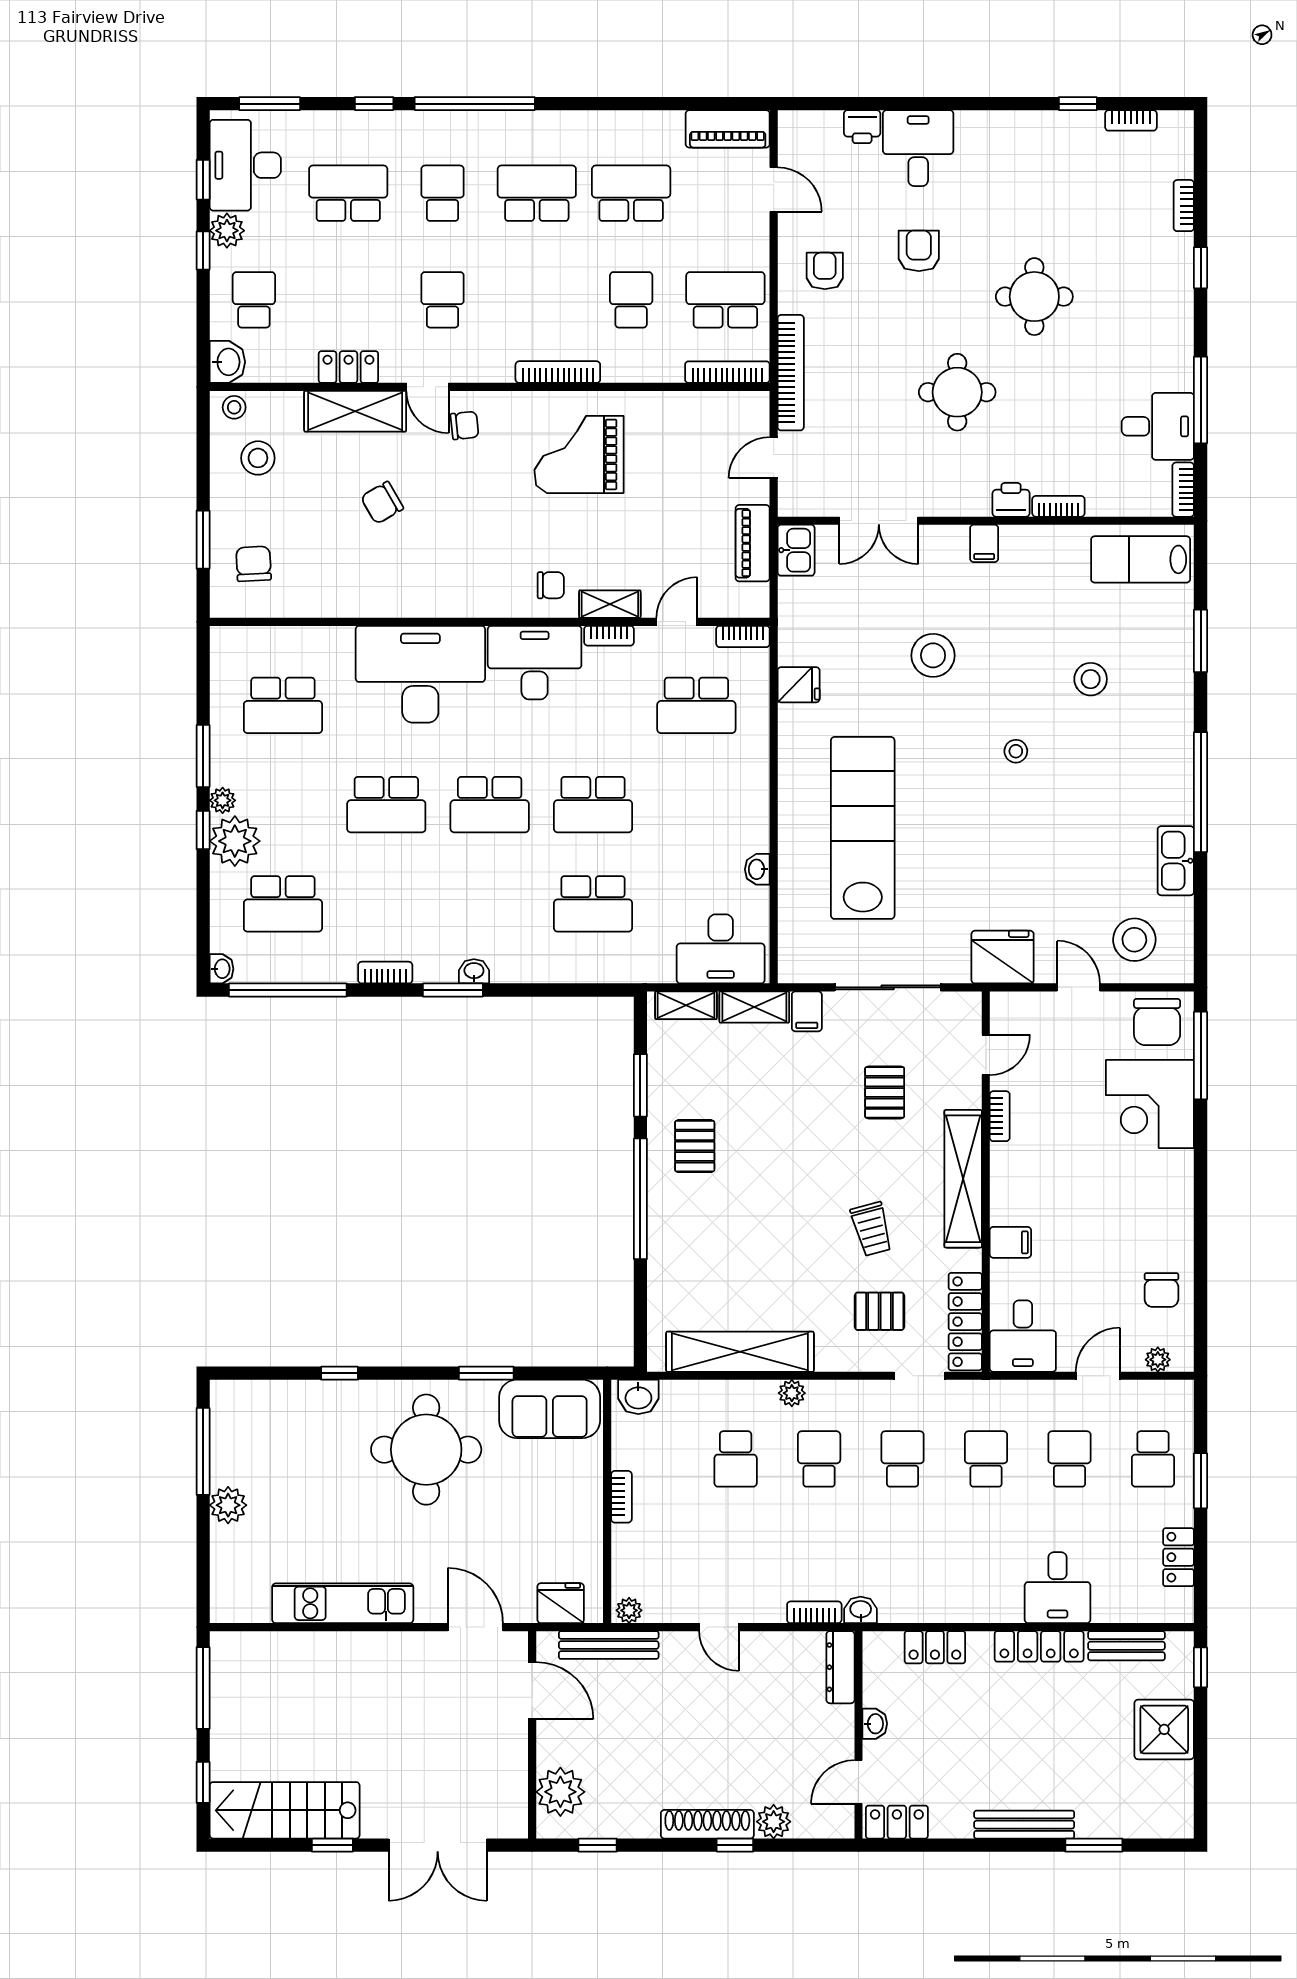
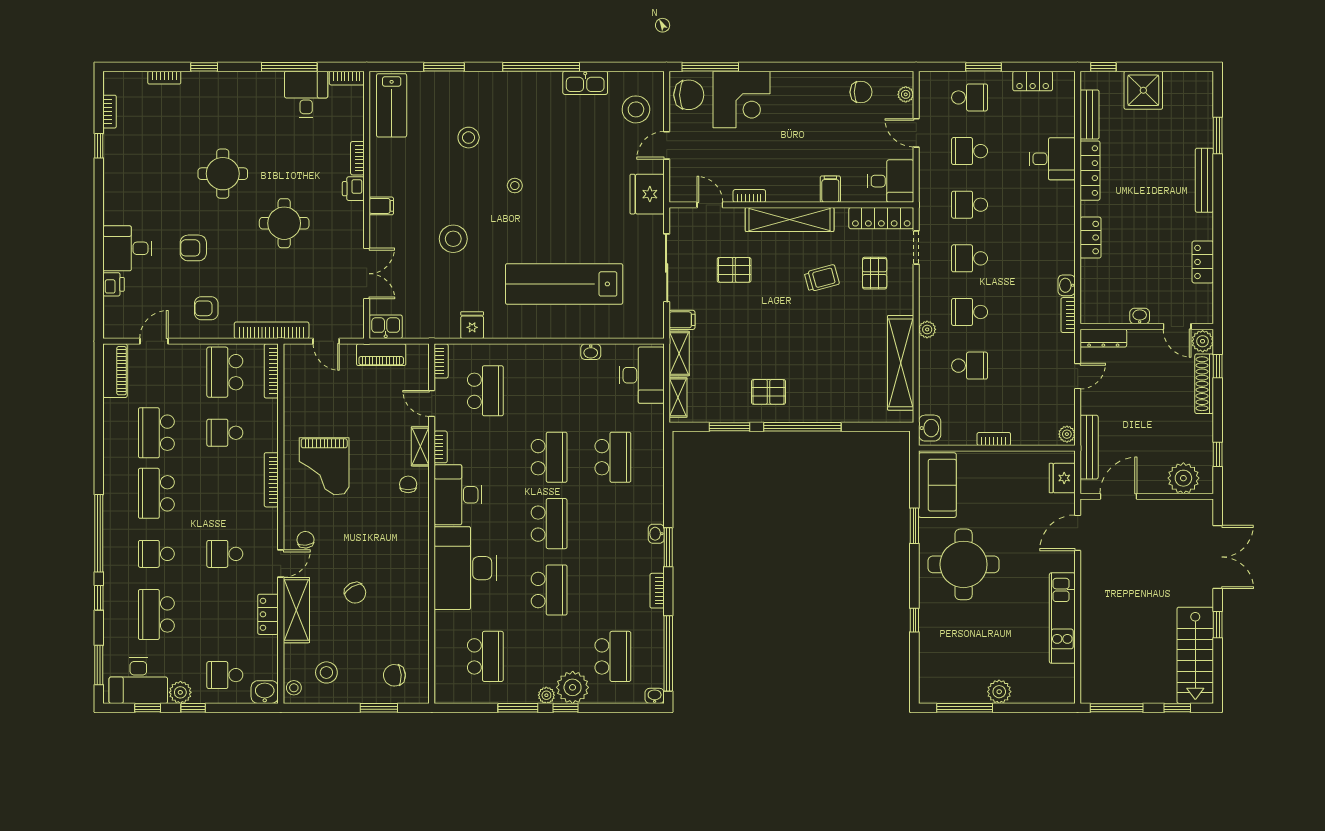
dresser: (840, 1667) -> (1103, 338), moved
washbasin: (875, 1724) -> (1140, 316), moved
wall: (858, 1735) -> (1147, 326), moved
door: (858, 1782) -> (1177, 326), moved

